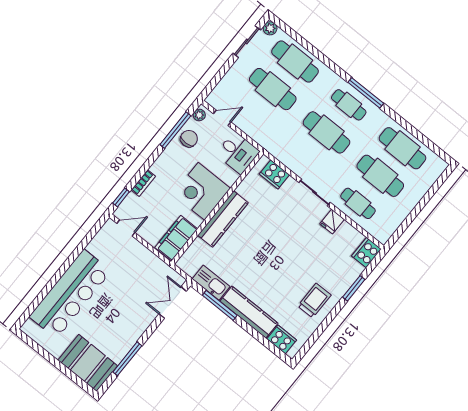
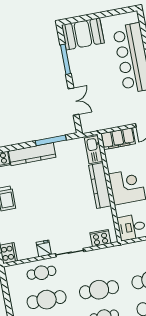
filing cabinet: (176, 238) -> (118, 139), moved, turned 90
kitchen sink: (211, 283) -> (94, 150), moved, turned 90
double door: (173, 303) -> (74, 102), moved

